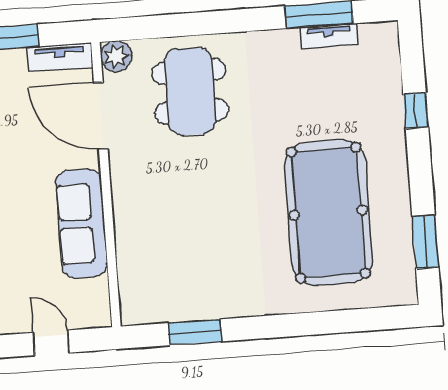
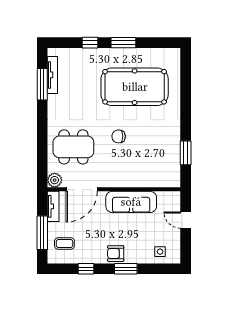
tv unit: (329, 36) -> (52, 75), width x1.41
chair: (220, 186) -> (119, 136), added
window: (425, 242) -> (123, 43), moved
door: (51, 343) -> (186, 220), hinge flipped

